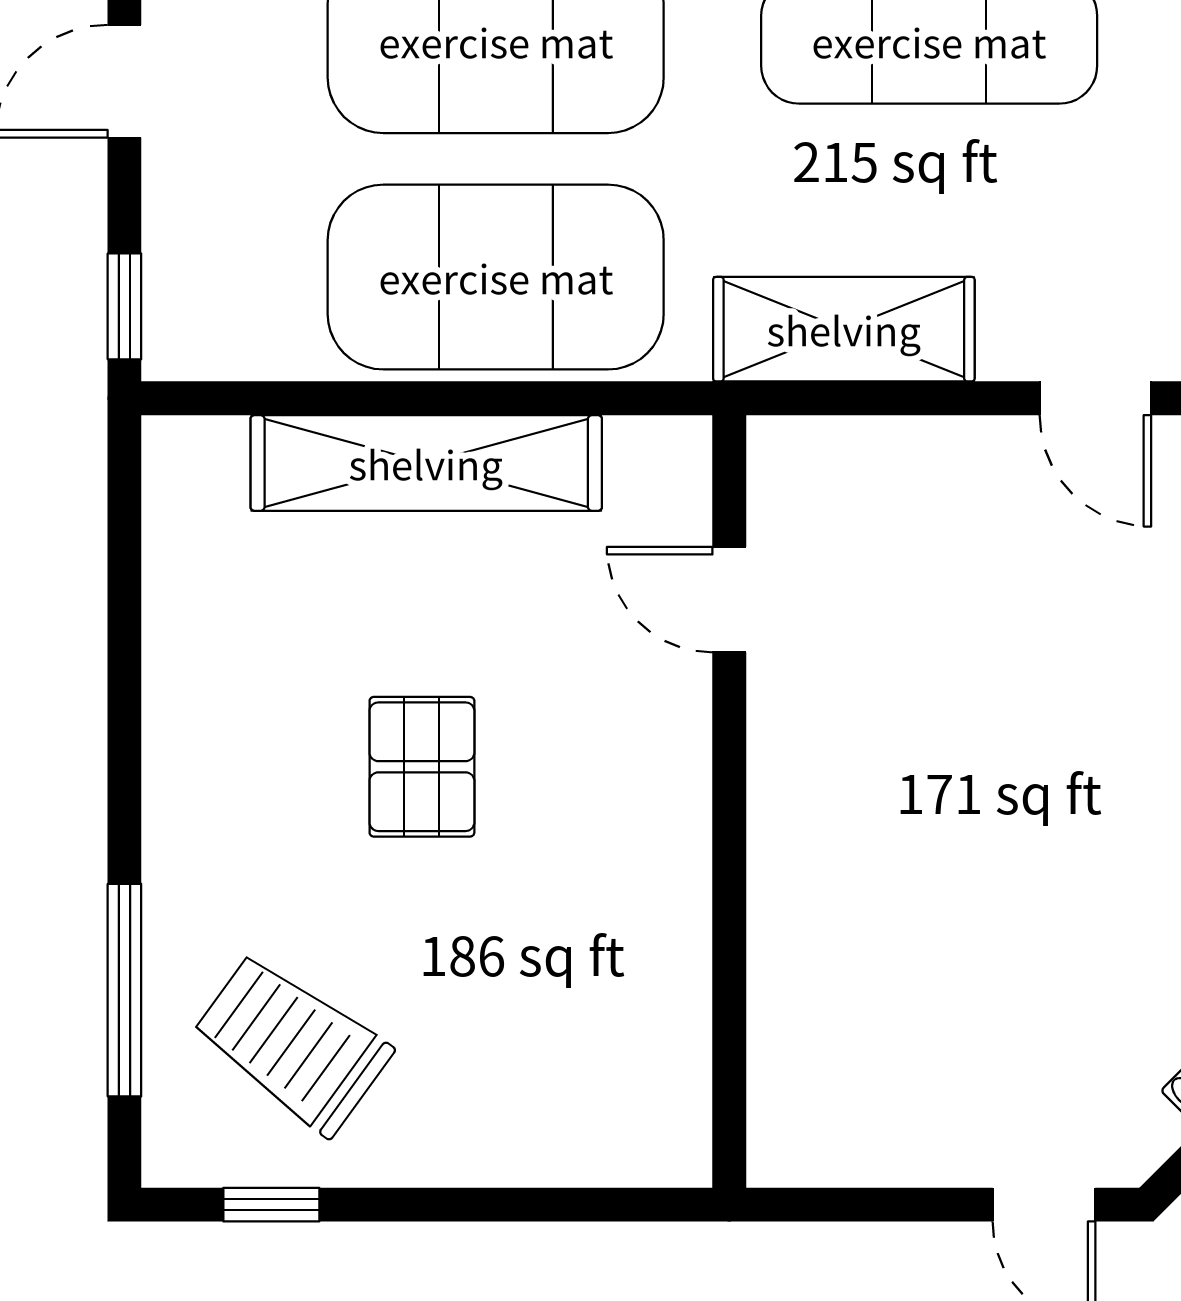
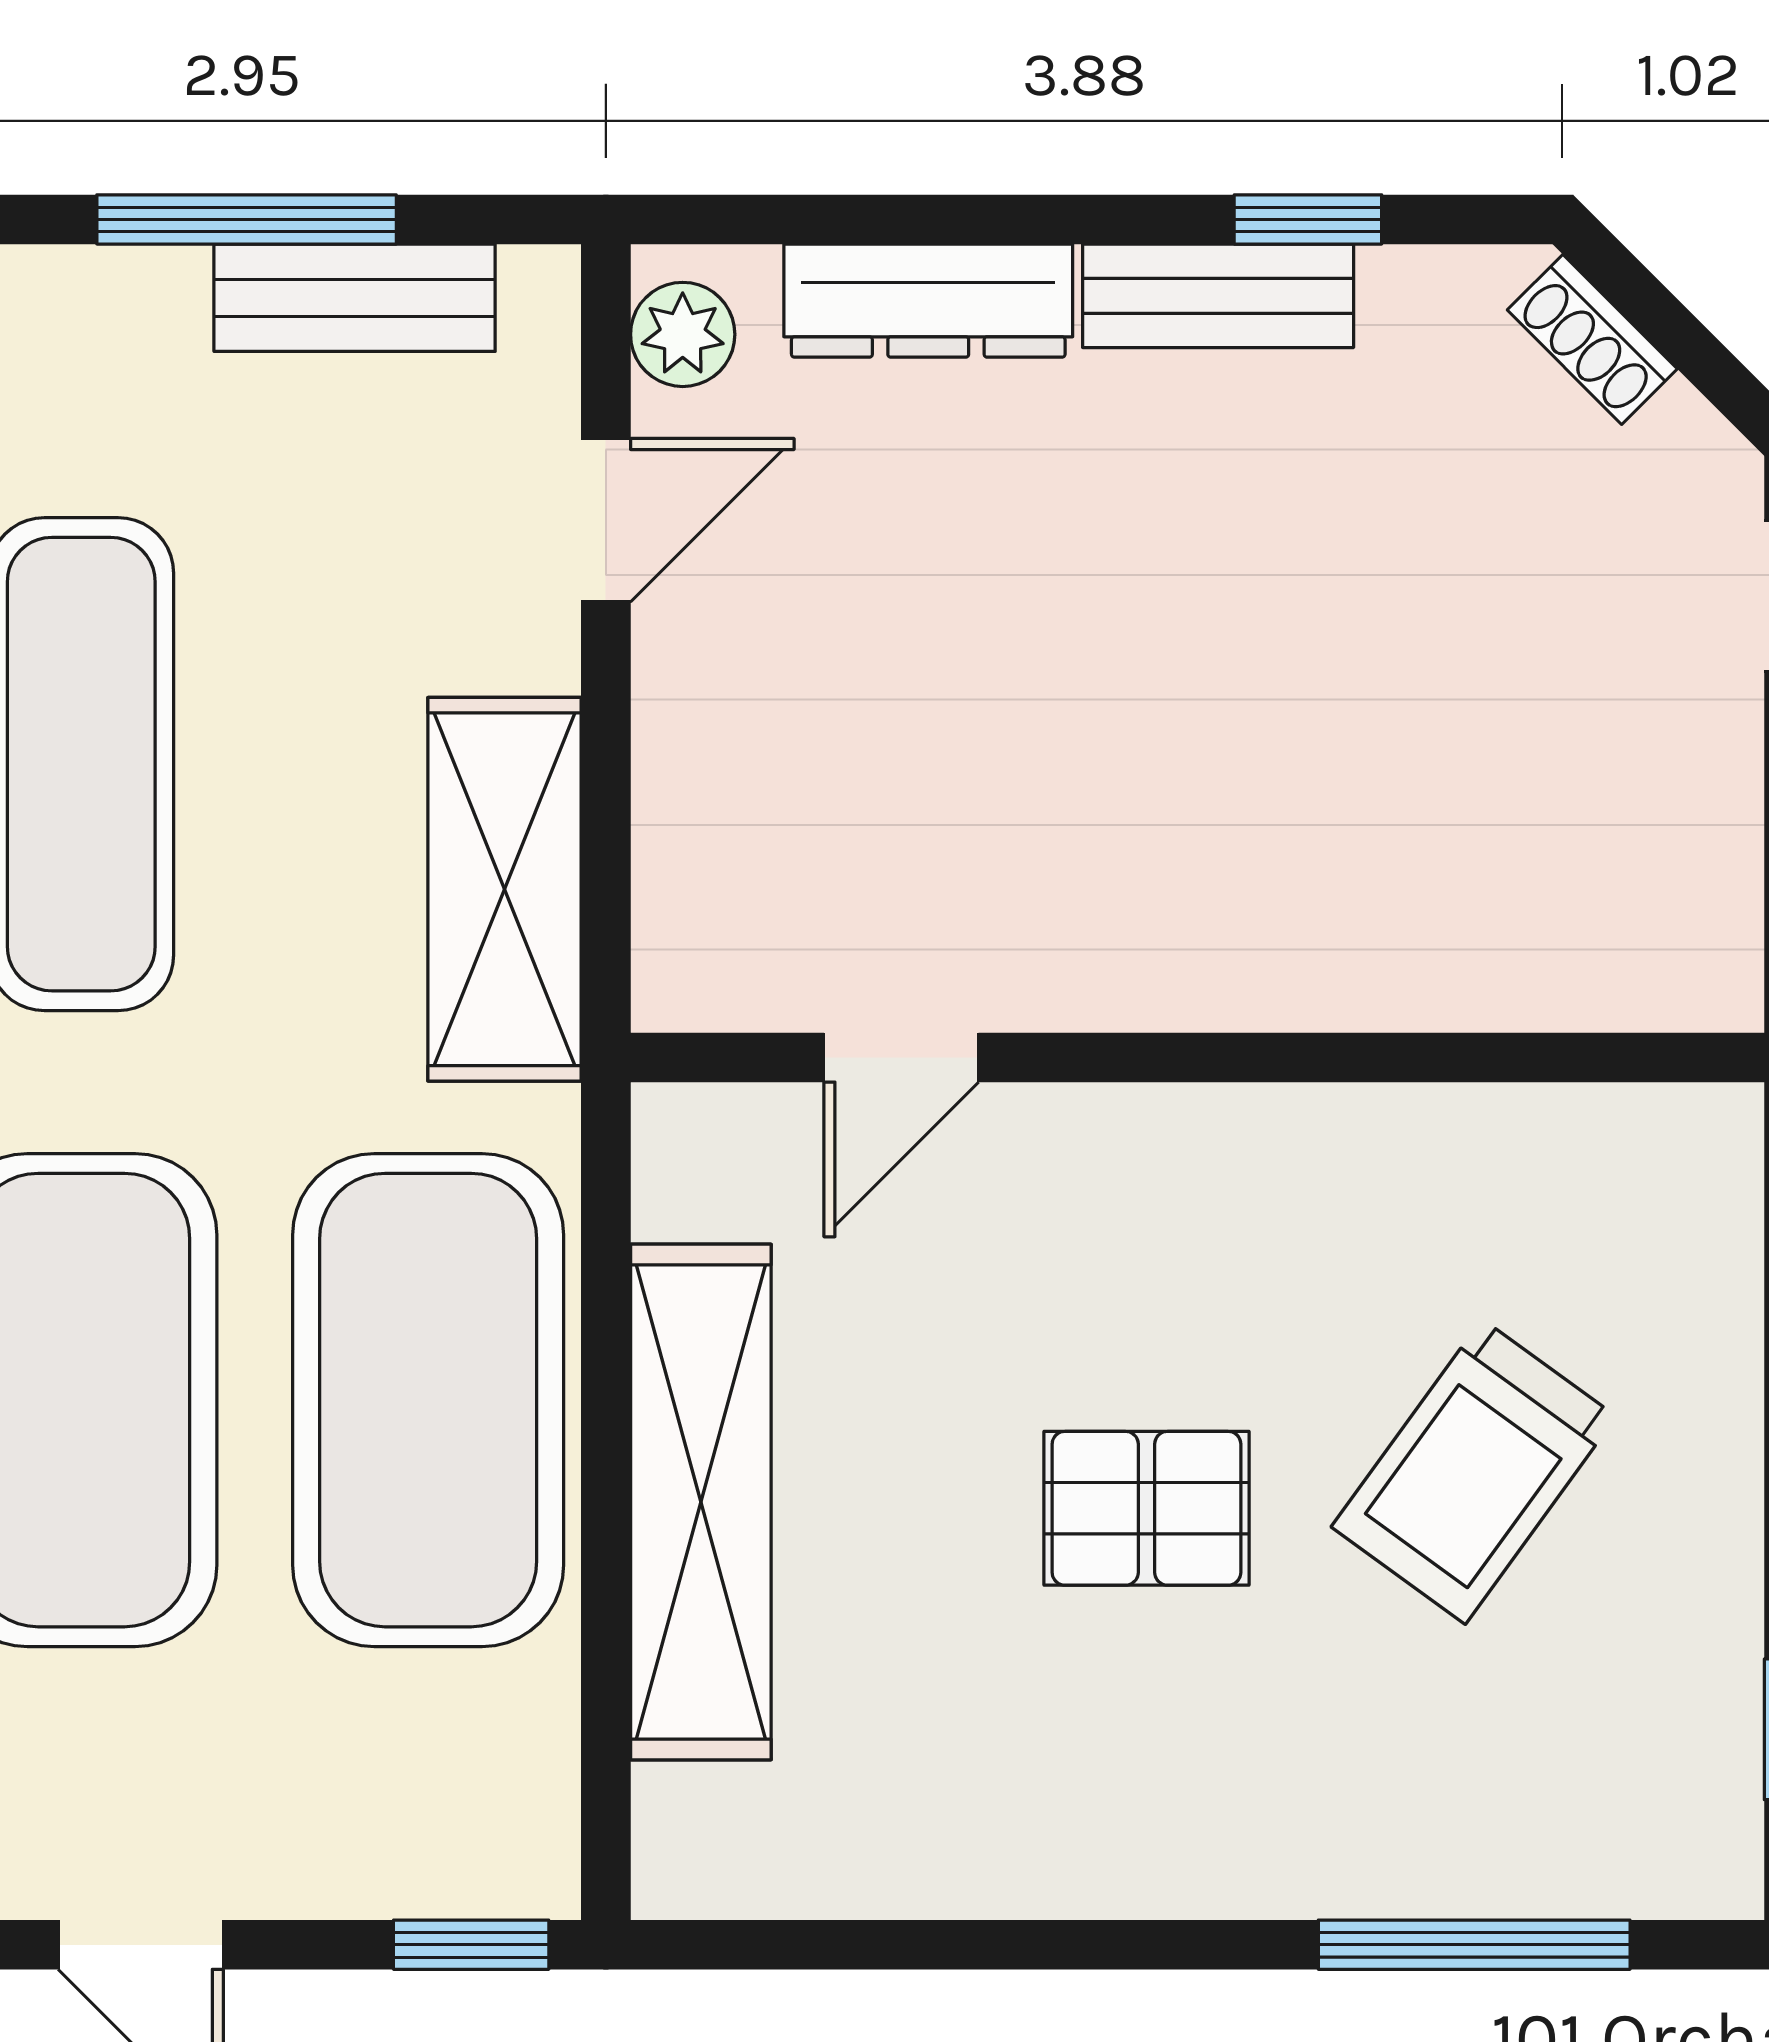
trolley: (292, 1044) -> (1474, 1472), moved

